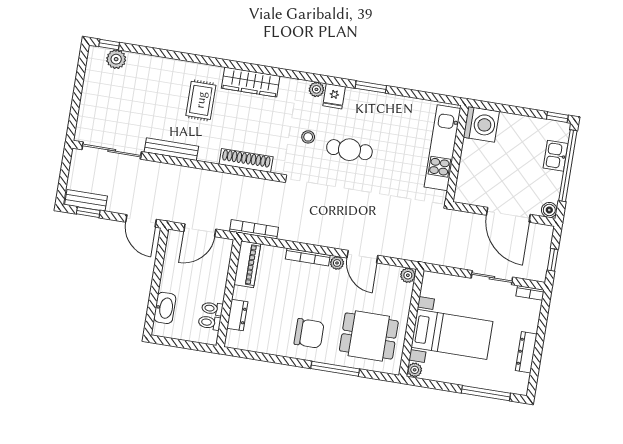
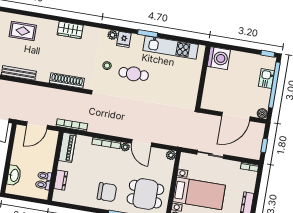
wardrobe: (251, 82) -> (70, 30), width x0.67
rug: (201, 100) -> (23, 31), moved, turned 90
kitchen unit: (442, 148) -> (171, 47), moved, turned -90
door: (508, 215) -> (236, 116), hinge flipped
sliding door: (492, 278) -> (210, 154), moved

